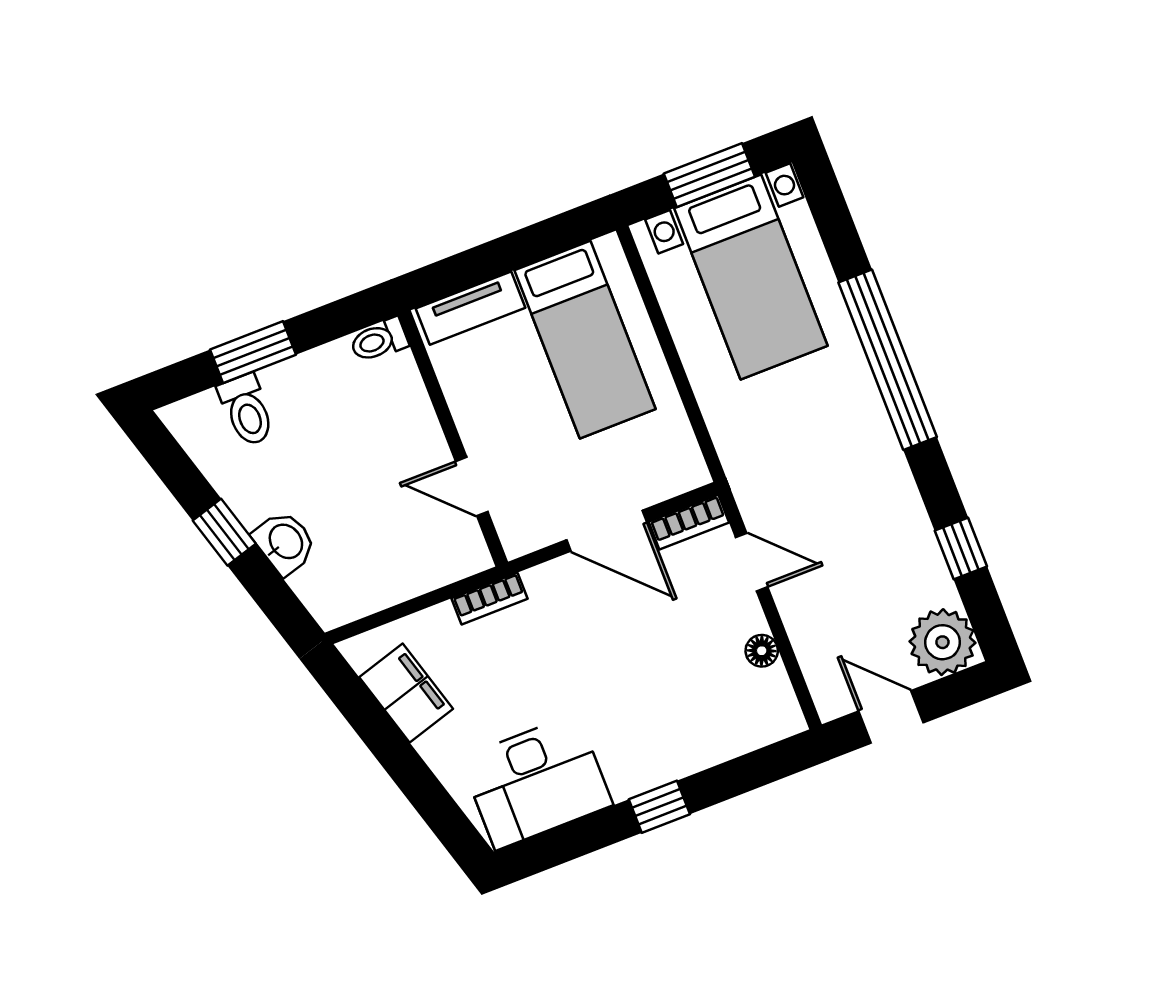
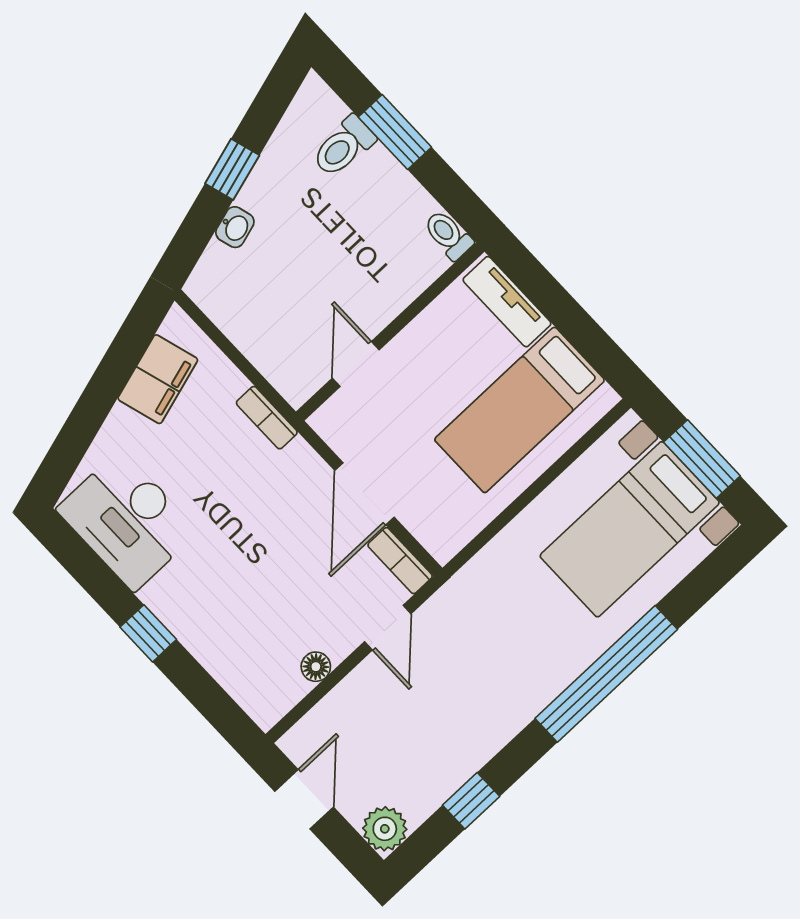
washbasin: (285, 542) -> (235, 227), width x0.72, depth x0.69
plant: (942, 642) -> (385, 829), width x0.73, depth x0.73

